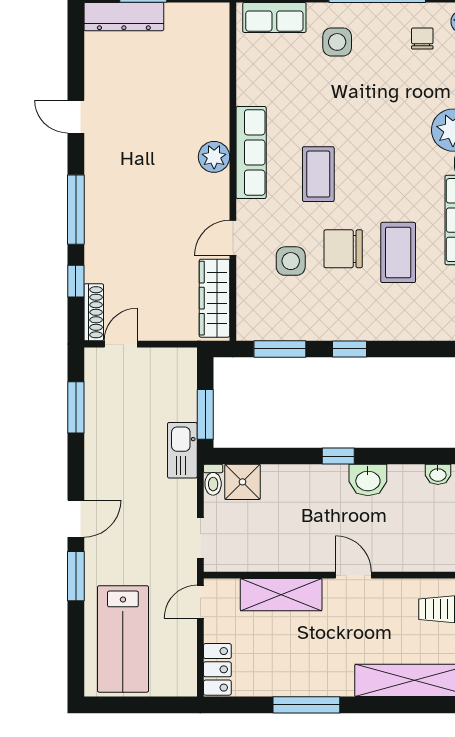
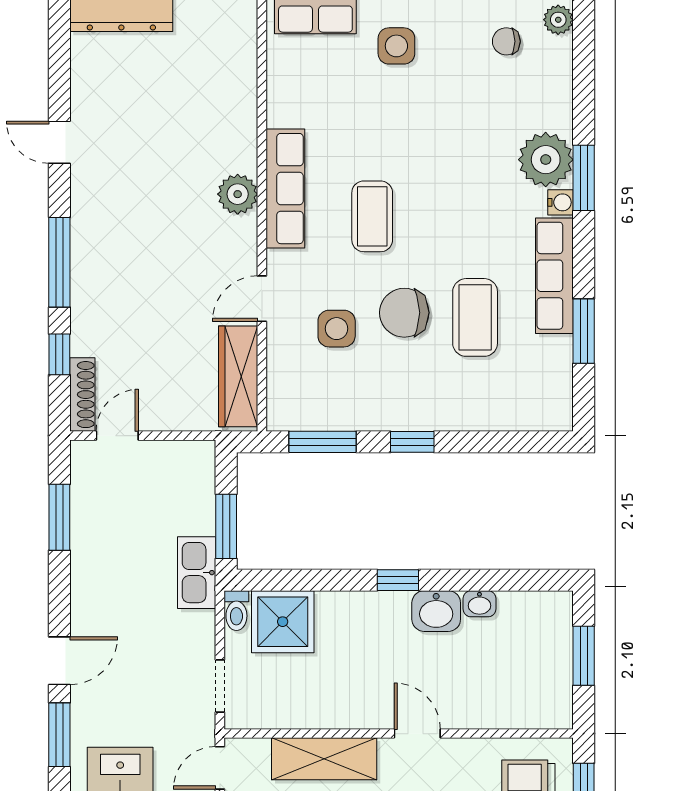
chair: (422, 38) -> (506, 41), turned -90
washbasin: (438, 474) -> (479, 604), moved
shower: (243, 482) -> (283, 622), width x1.36, depth x1.36

